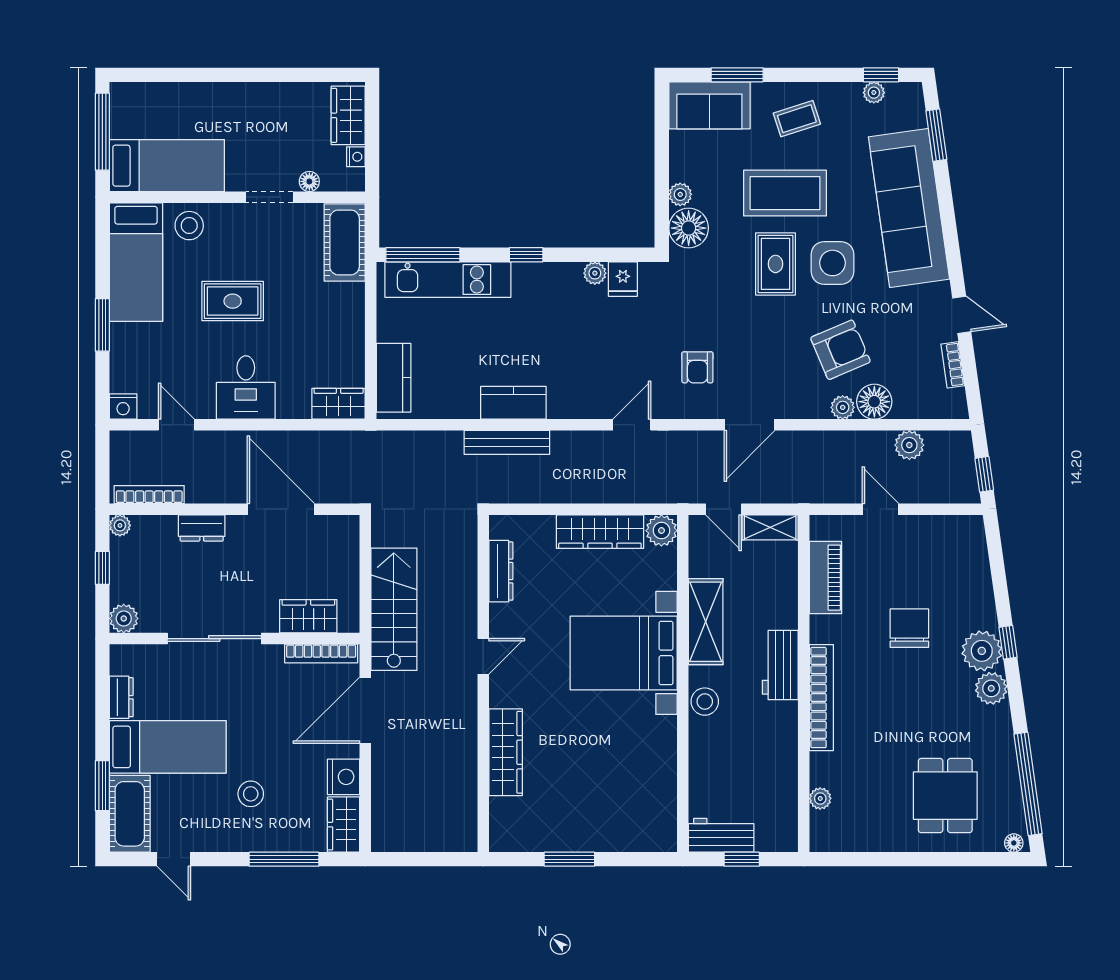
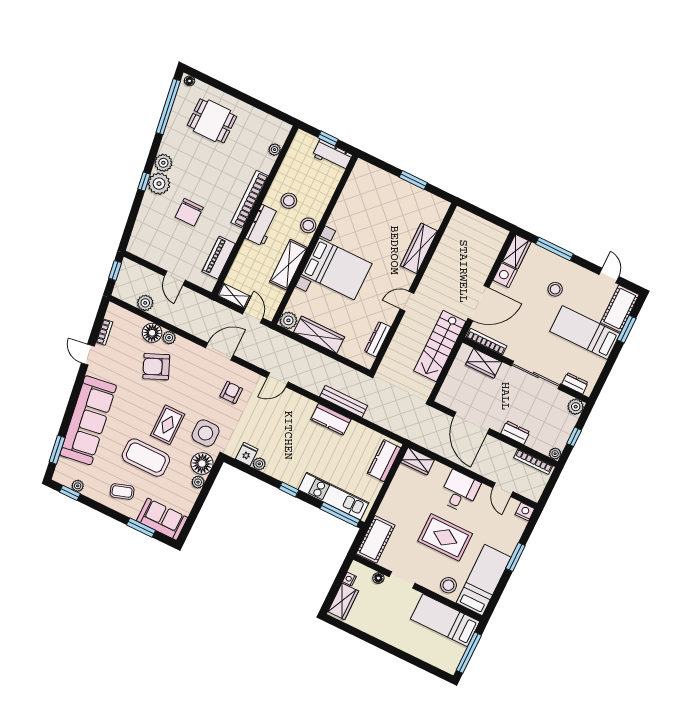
side table: (833, 263) -> (206, 433), moved
rug: (233, 301) -> (445, 537), width x1.36, depth x1.43
dresser: (121, 697) -> (575, 383), moved, turned 90
stool: (756, 726) -> (289, 201), added
dining table: (945, 796) -> (212, 121), turned 90

